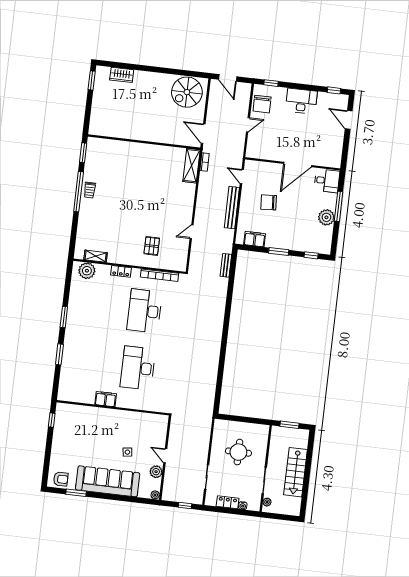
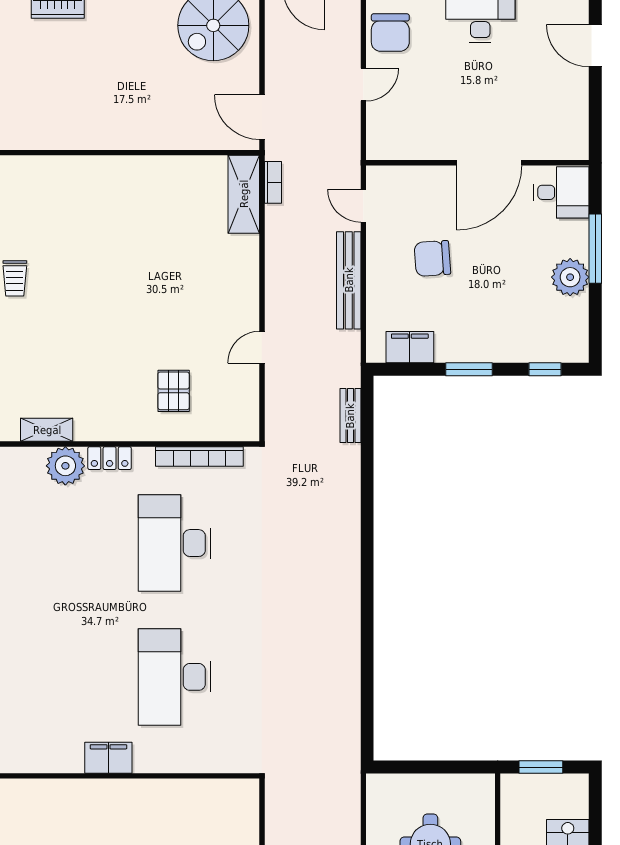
plant: (87, 271) -> (65, 466), moved

